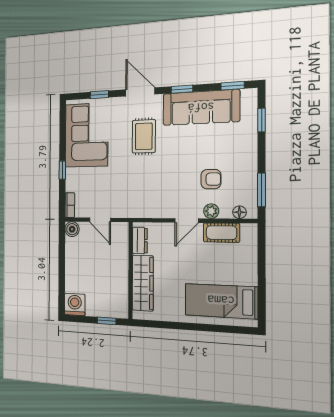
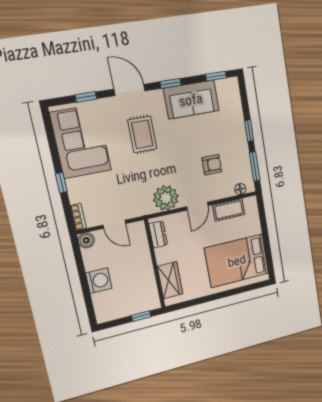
sofa: (201, 108) -> (191, 100), width x0.73
window: (262, 120) -> (249, 131), moved
plant: (211, 211) -> (166, 198), moved, width x1.87, depth x1.87
wardrobe: (143, 283) -> (170, 280), width x0.67
bed: (221, 301) -> (237, 261), width x1.50
washing machine: (75, 304) -> (99, 281), moved, turned 90

